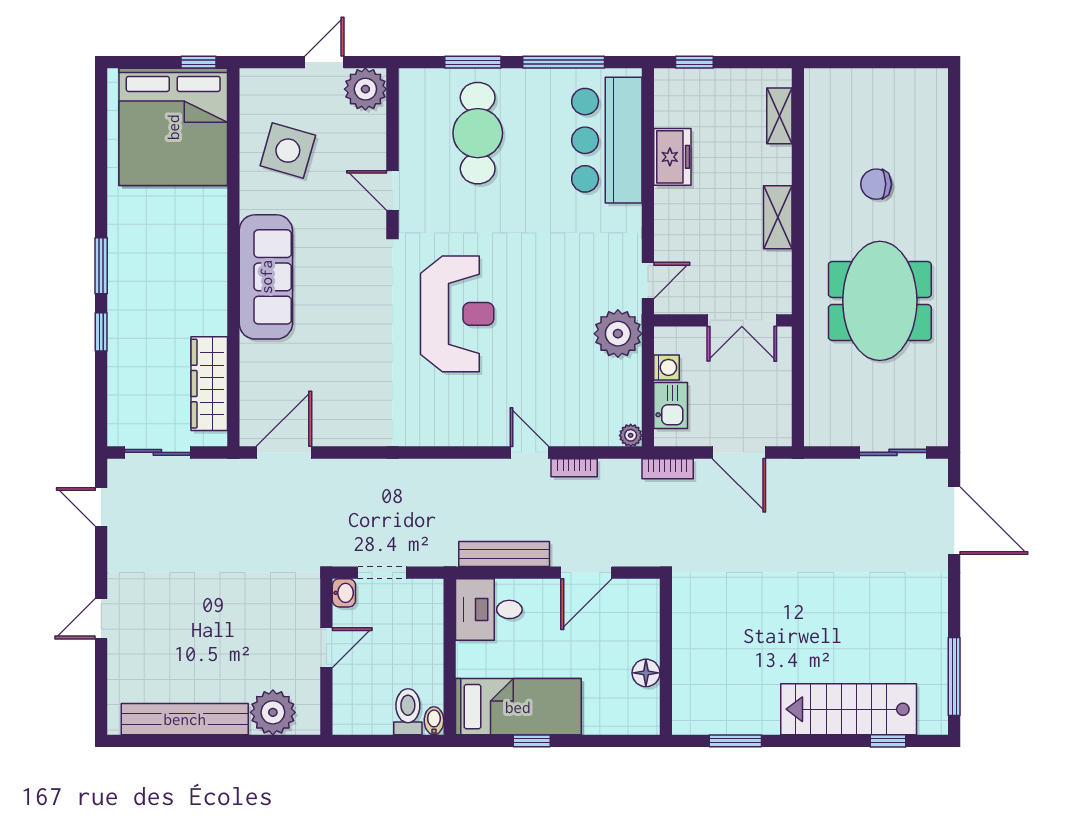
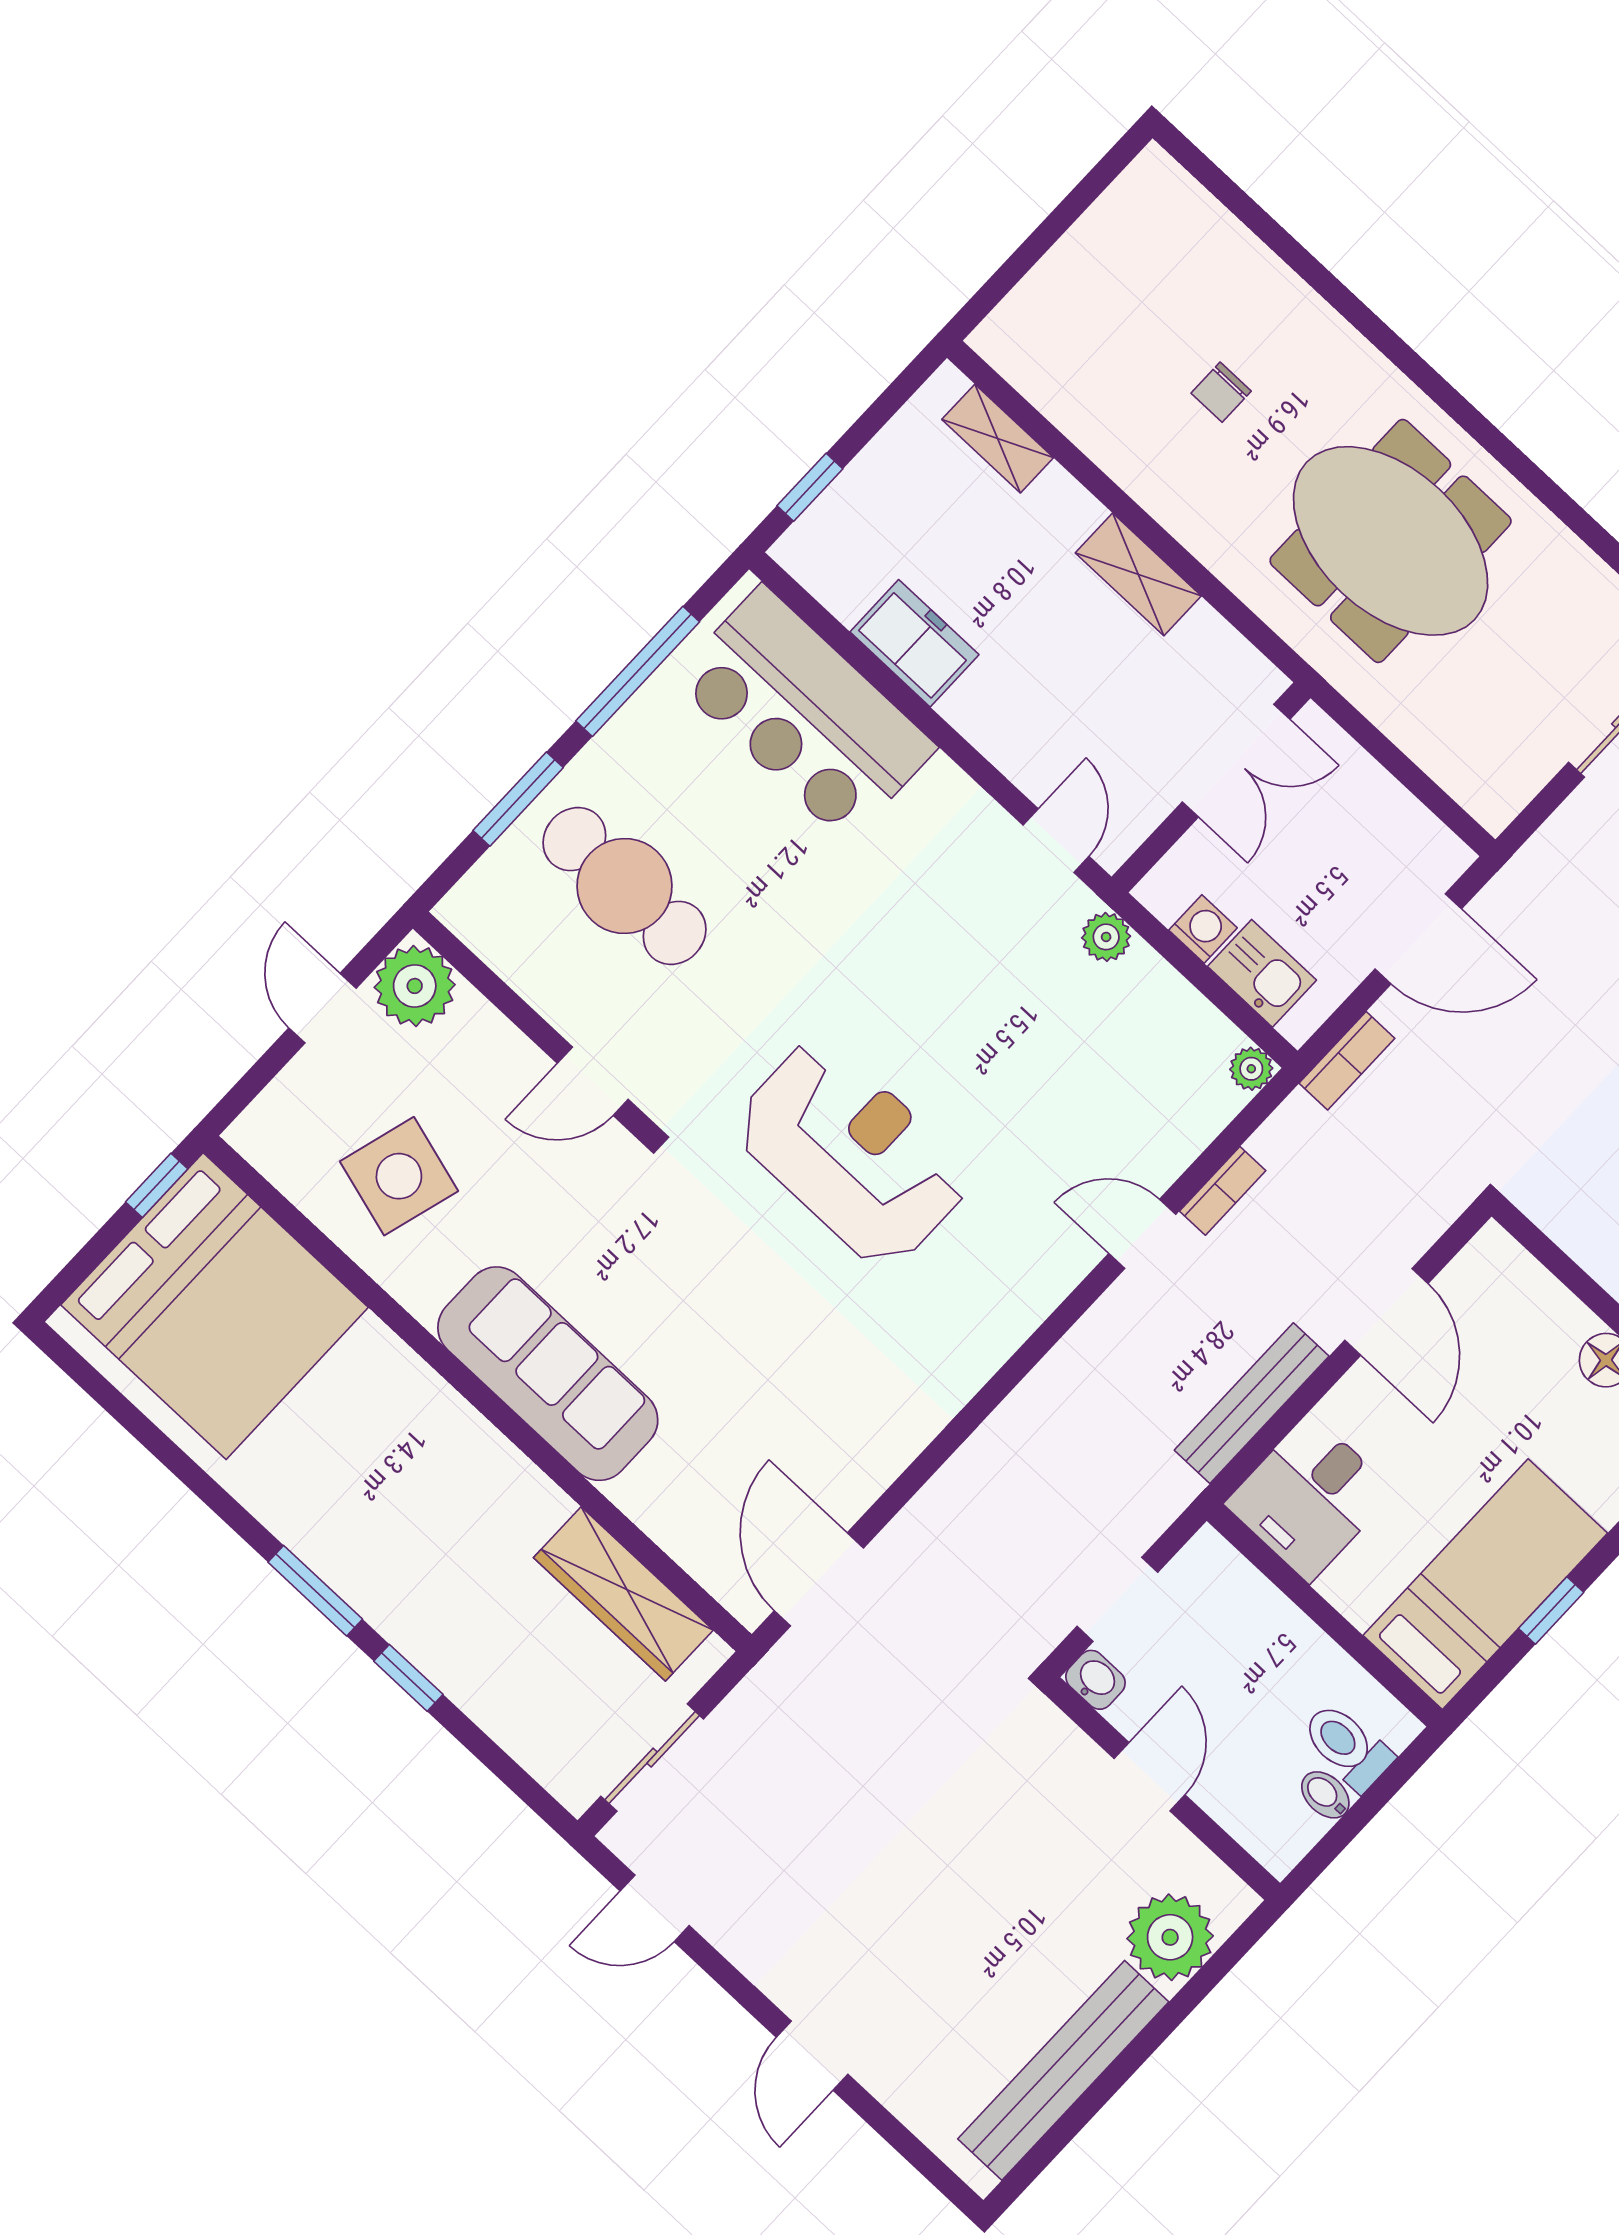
chair: (876, 184) -> (1221, 392), width x0.73, depth x0.73
plant: (618, 334) -> (1106, 937), width x0.53, depth x0.53
bidet: (434, 721) -> (1325, 1795), moved

